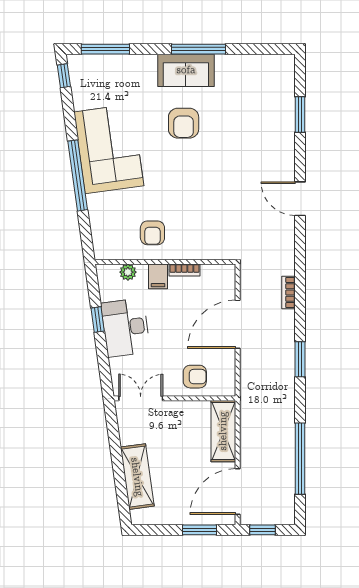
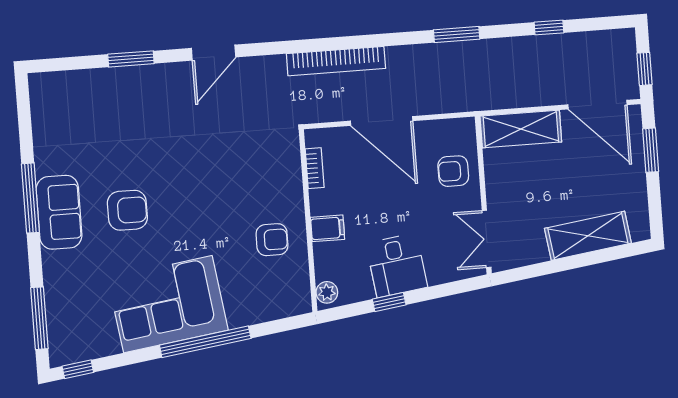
window: (300, 115) -> (131, 59), moved
bookcase: (184, 270) -> (315, 168), moved
plant: (128, 272) -> (327, 292), moved
bookcase: (288, 293) -> (336, 61), width x2.31, depth x1.31
desk: (126, 327) -> (397, 265), width x0.73
window: (300, 359) -> (457, 34), moved
armchair: (195, 377) -> (453, 171), turned -90
window: (300, 459) -> (549, 27), width x0.32

